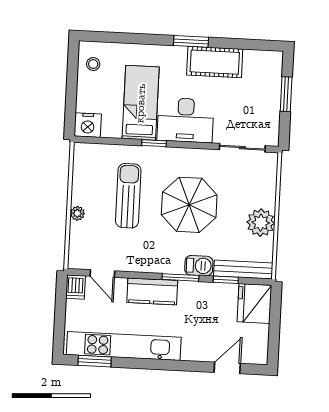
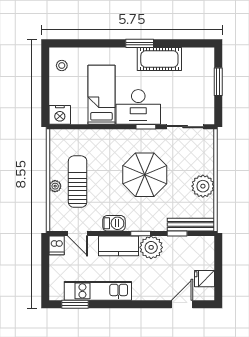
window: (154, 143) -> (146, 127), moved
sun lounger: (128, 196) -> (78, 182), moved
barbecue: (199, 266) -> (114, 223), moved
window: (180, 277) -> (141, 234), width x0.67
plant: (193, 295) -> (151, 247), added
fridge: (254, 303) -> (204, 279), moved, width x0.53, depth x0.75
kitchen unit: (124, 346) -> (98, 291), width x0.73

